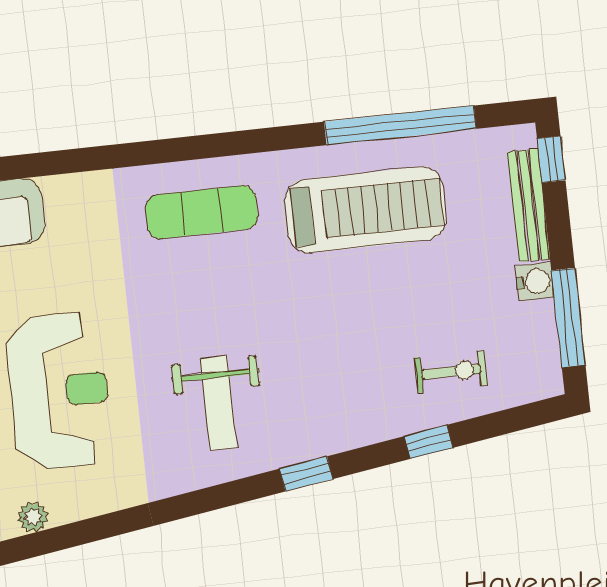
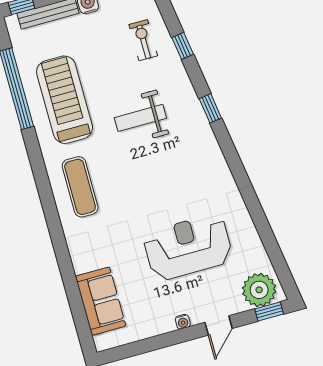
weight bench: (218, 403) -> (140, 118), moved, turned 180
plant: (33, 517) -> (257, 250), removed

